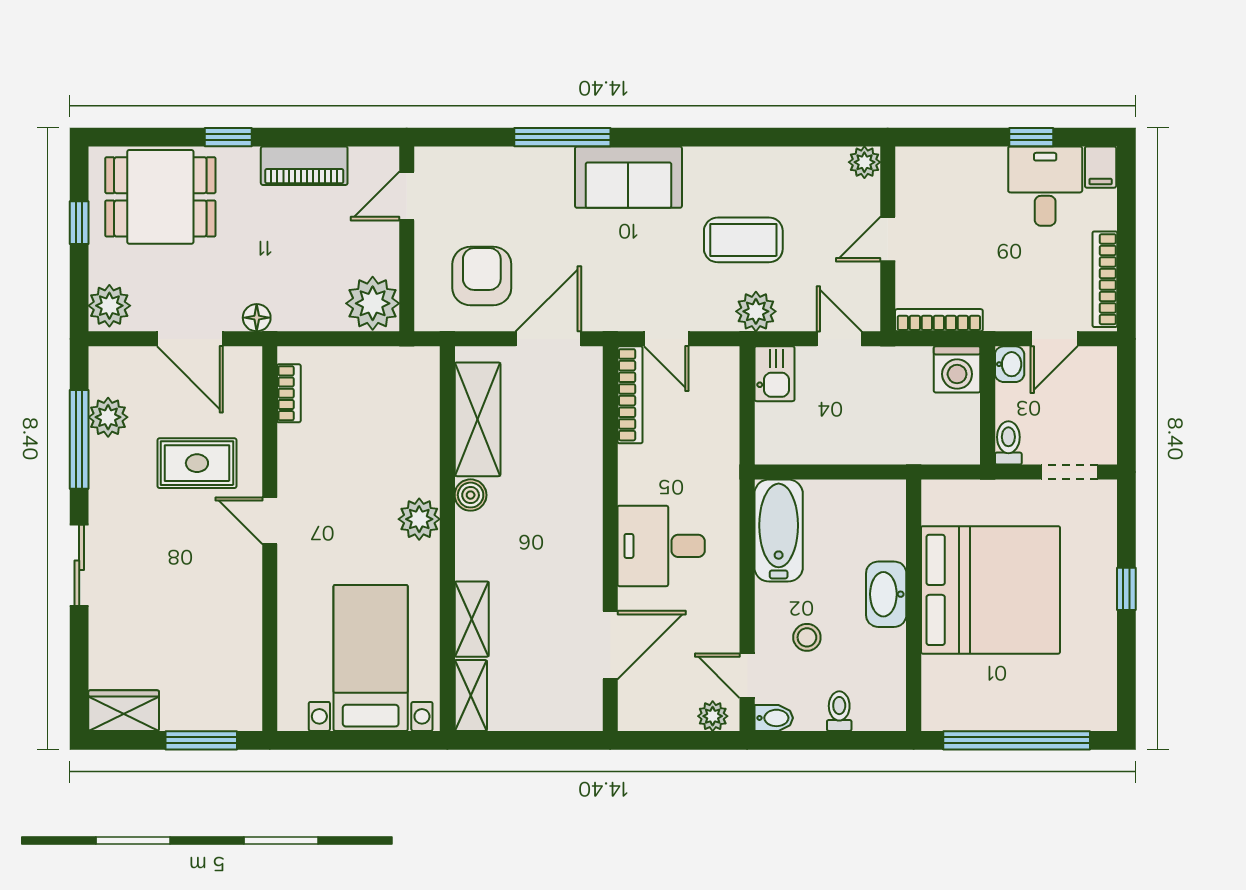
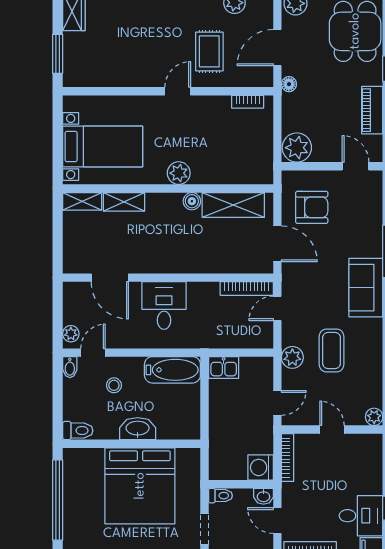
kitchen sink: (774, 374) -> (224, 368), moved
toilet: (839, 711) -> (78, 431), moved, width x1.37, depth x1.39

